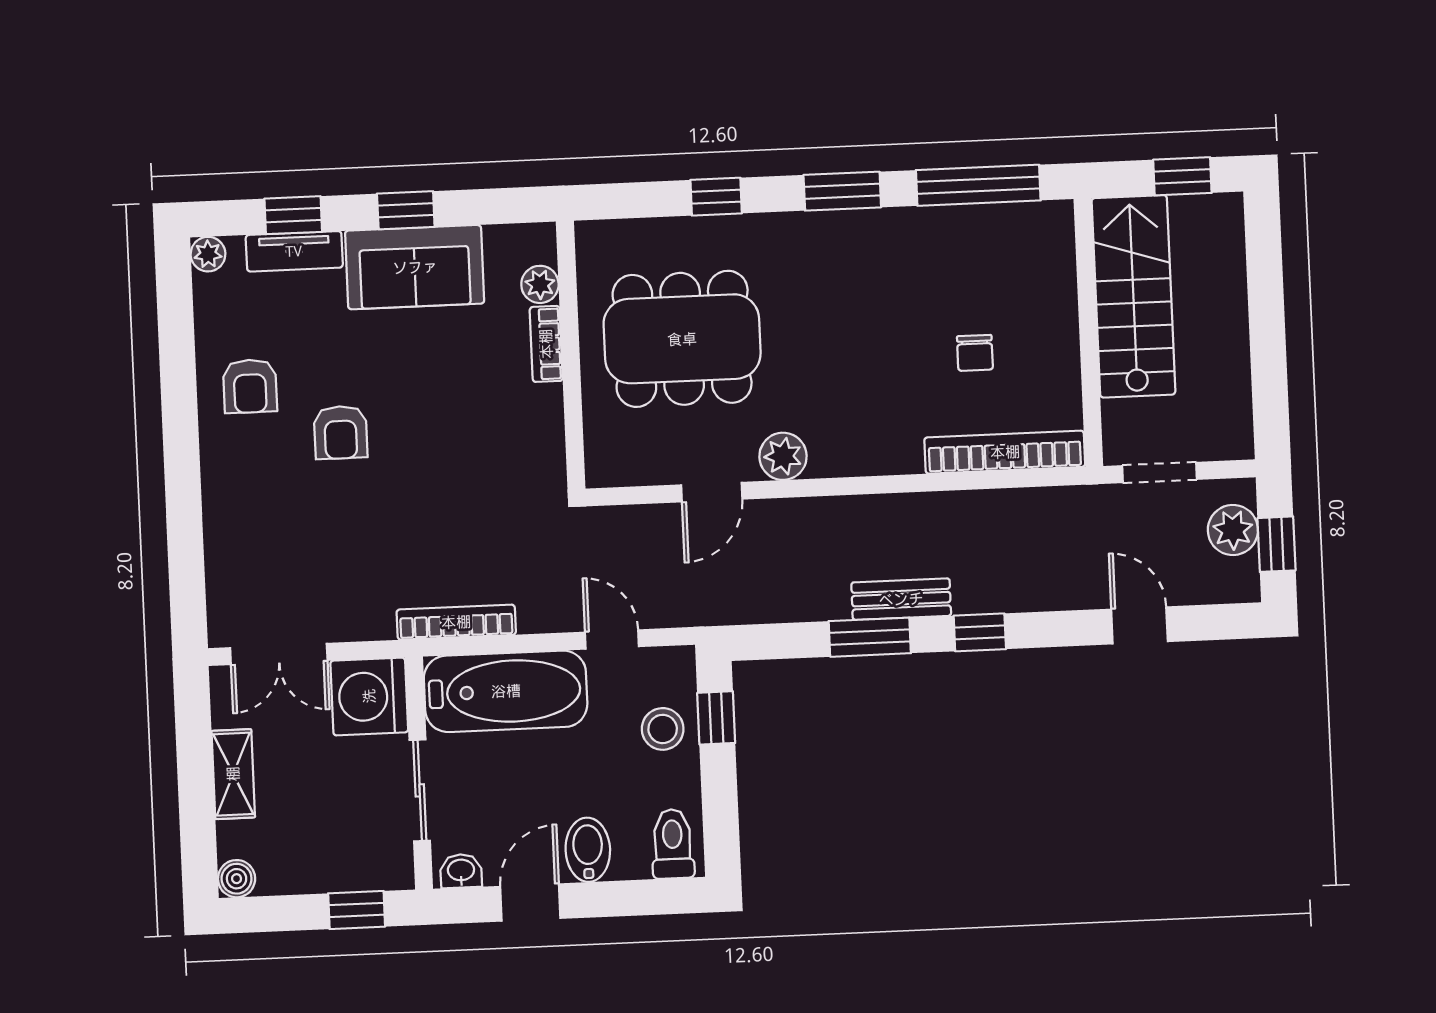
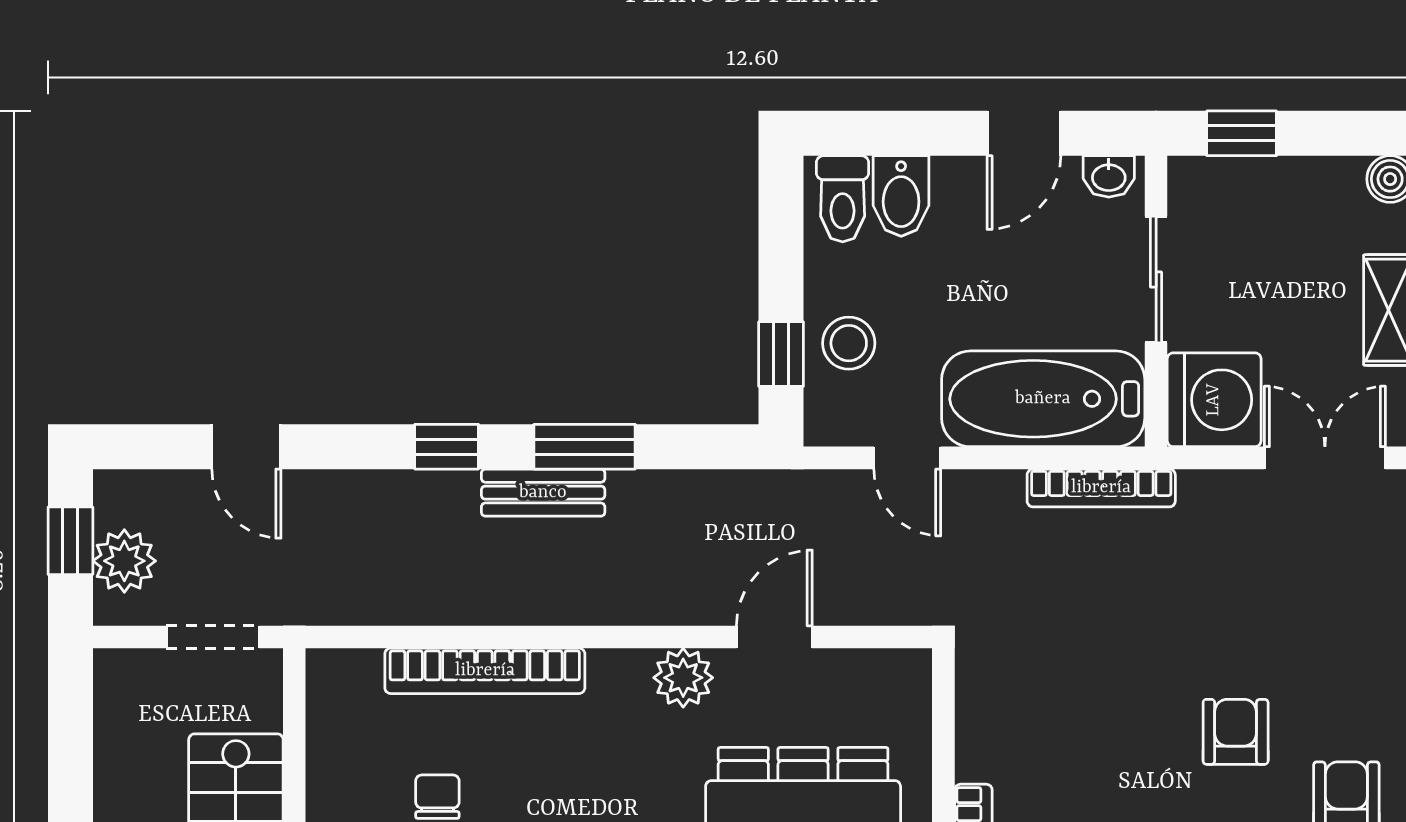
bookcase: (1005, 452) -> (485, 671), moved
bidet: (588, 850) -> (901, 196), moved

